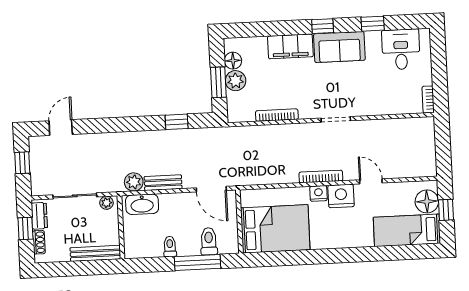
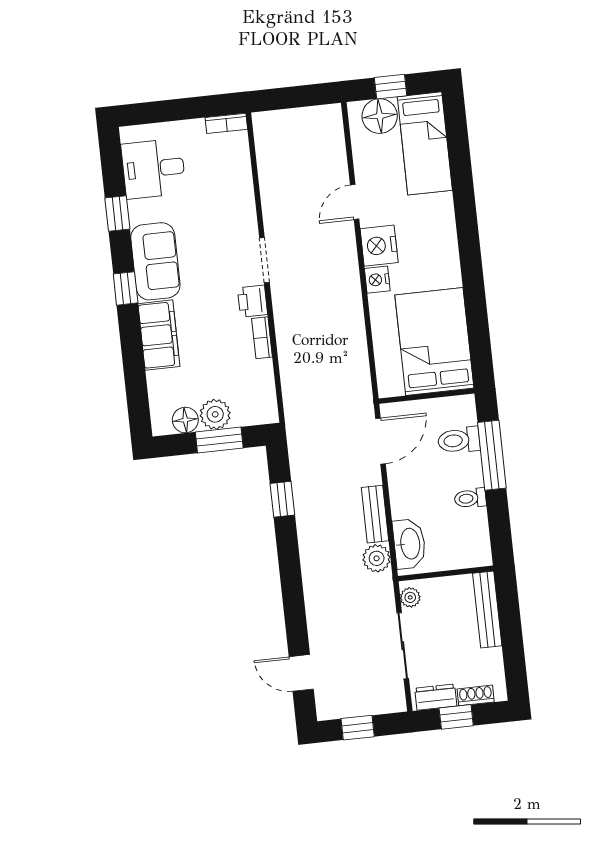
printer: (309, 110) -> (253, 301), added
bookcase: (277, 115) -> (262, 338), width x0.64
bookcase: (321, 177) -> (352, 278), removed

